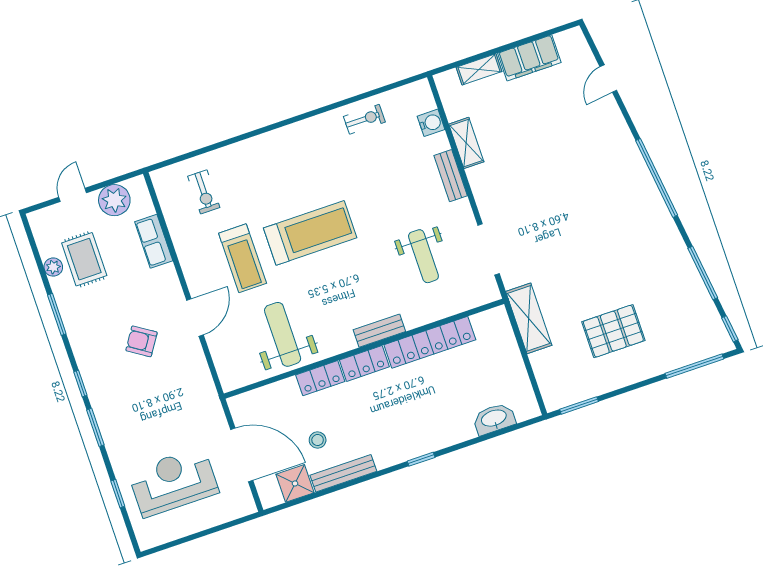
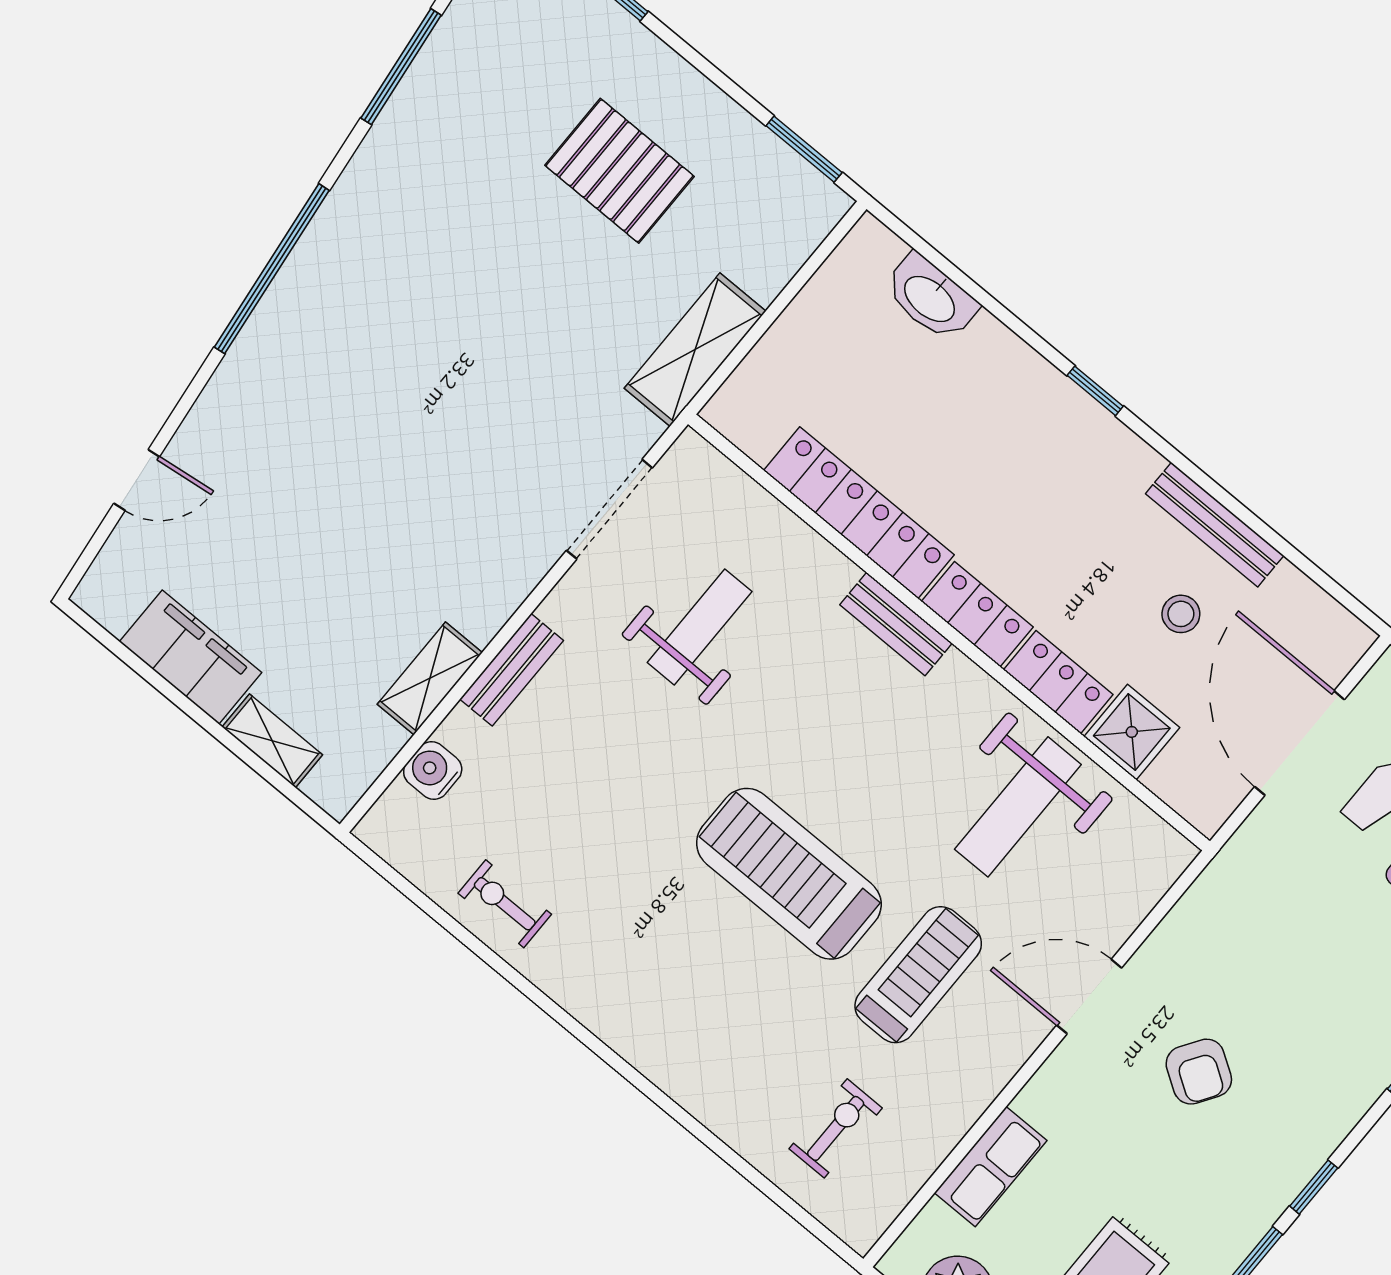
window: (80, 383) -> (1314, 1187), moved
shower: (295, 483) -> (1132, 732), moved

